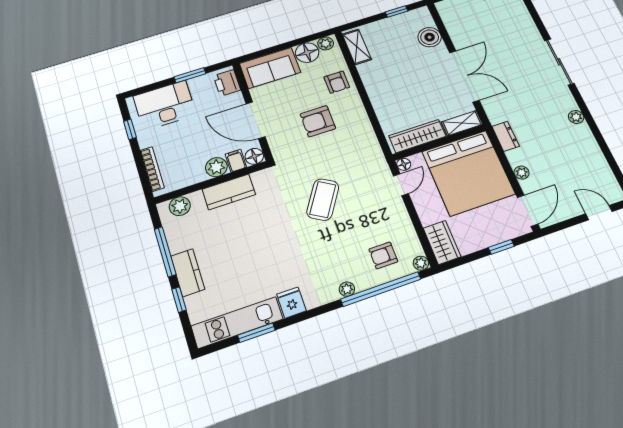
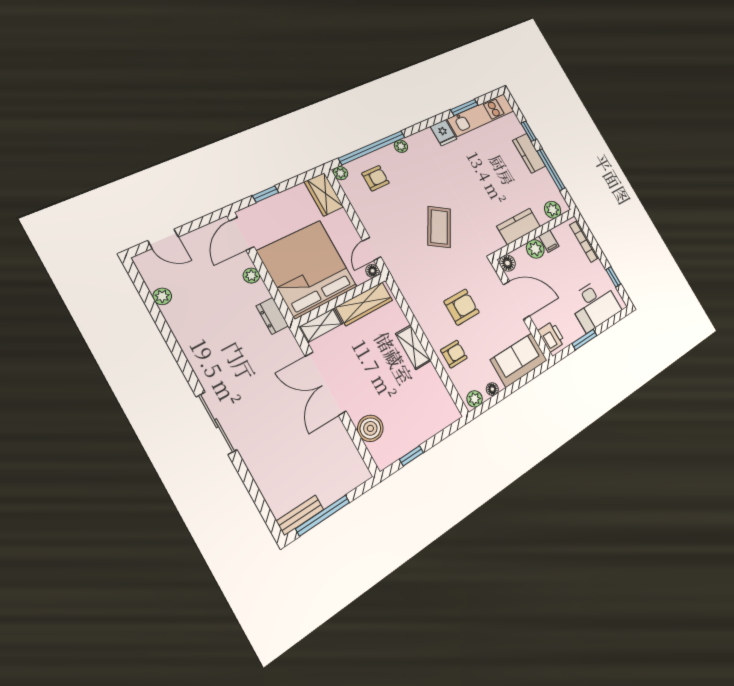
shelving: (357, 47) -> (413, 347), moved
floor lamp: (307, 53) -> (492, 389), width x0.53, depth x0.53
armchair: (337, 82) -> (454, 354), turned 90
plant: (576, 117) -> (162, 296), moved
filing cabinet: (236, 161) -> (549, 241), moved

